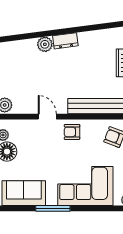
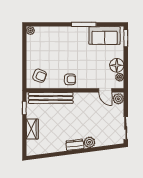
door: (47, 117) -> (105, 90), moved
corner sofa: (85, 186) -> (60, 41), removed

